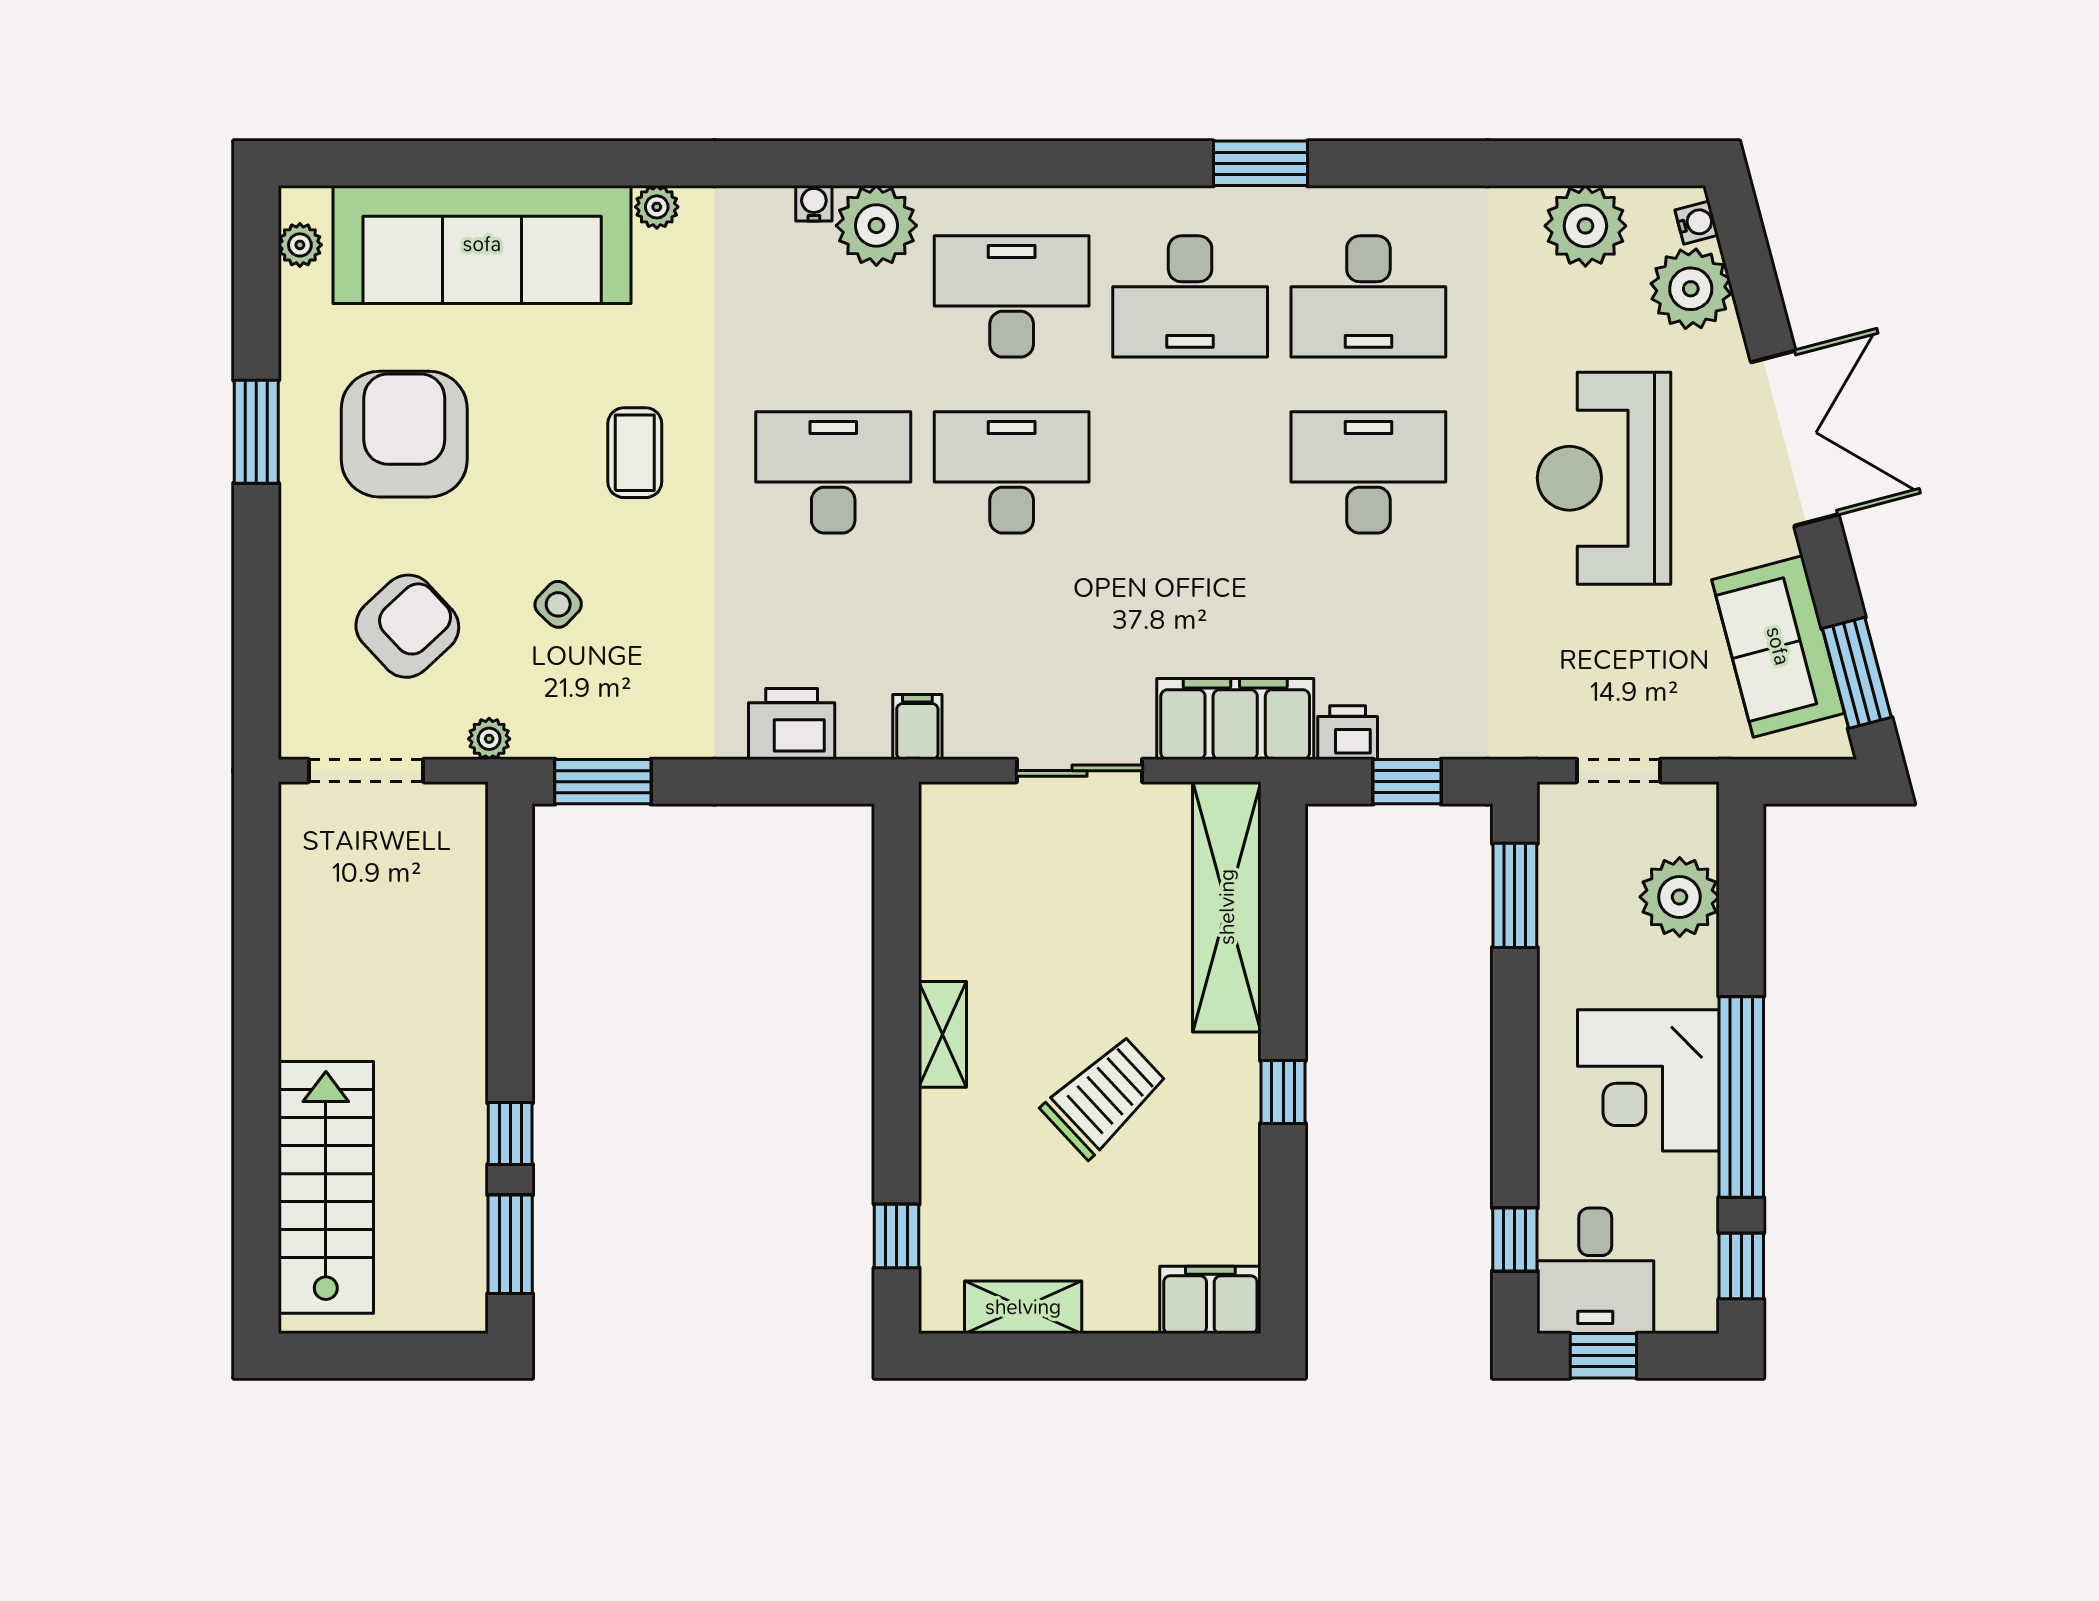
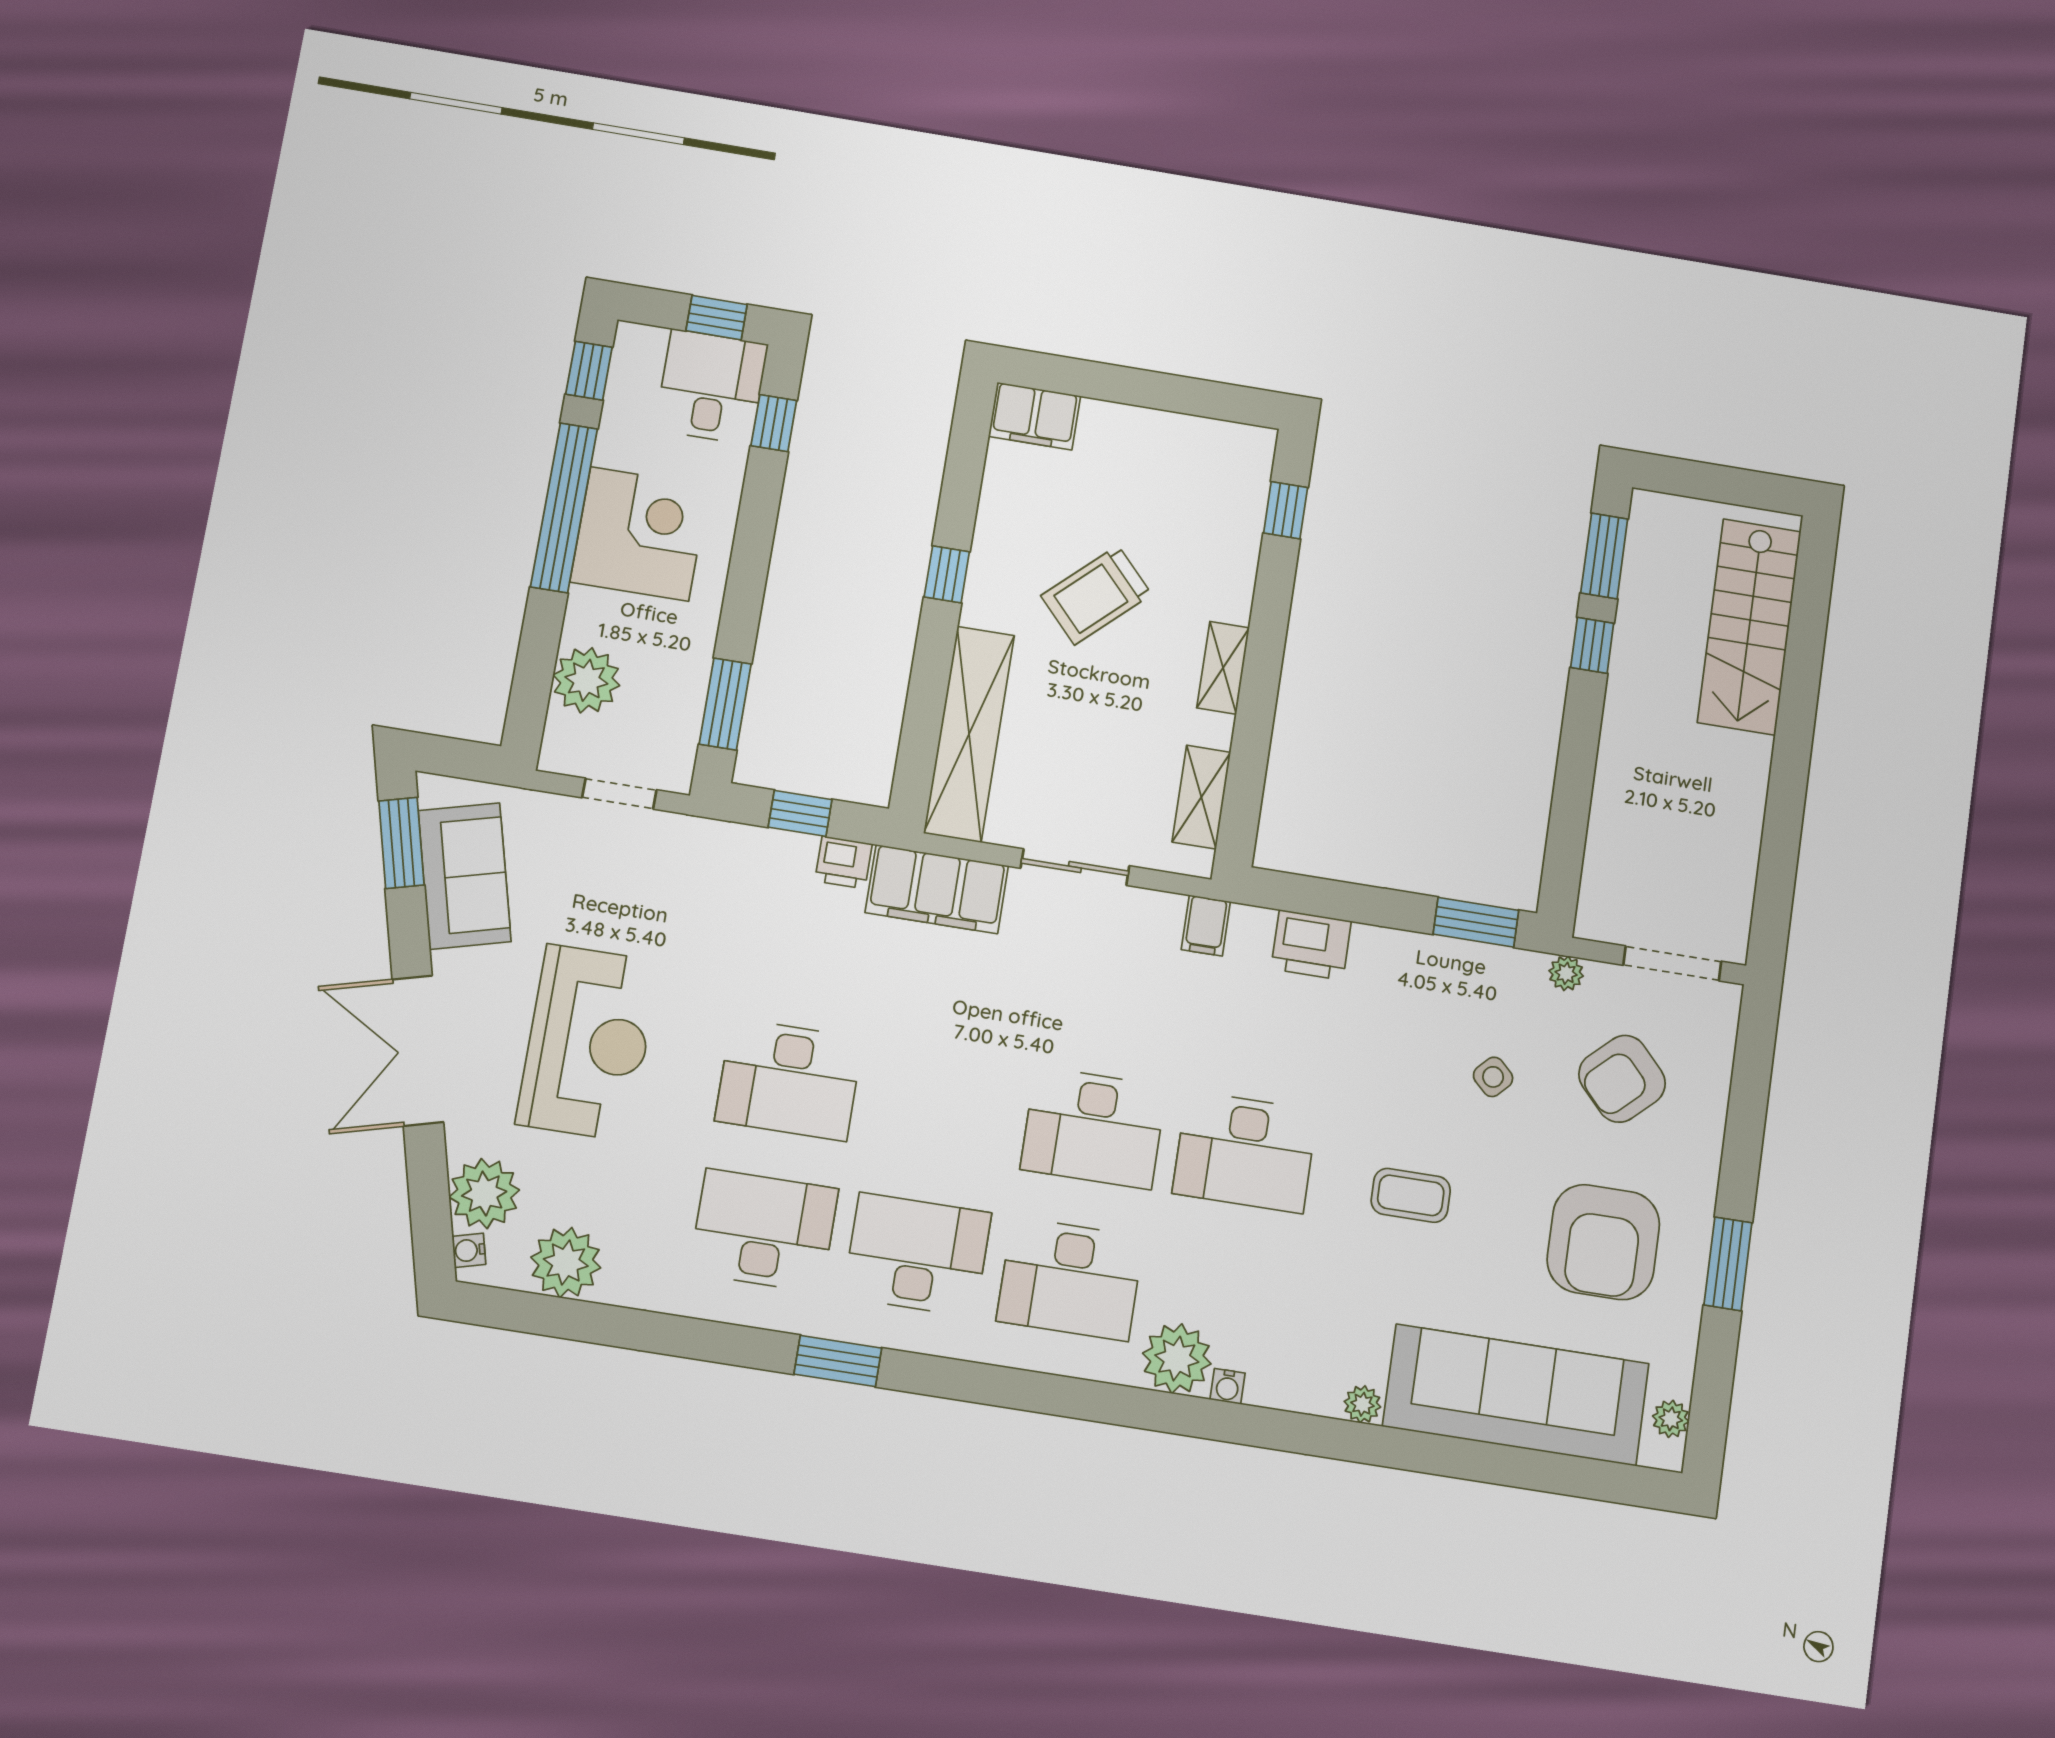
coffee table: (635, 453) -> (1411, 1195), turned 90
shelving: (1023, 1307) -> (1201, 797), moved, turned 90

